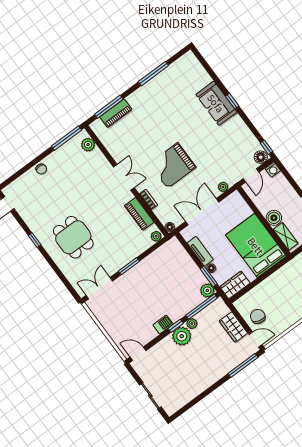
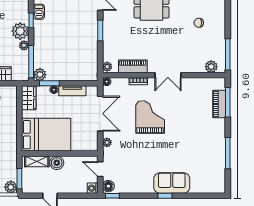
chair: (41, 169) -> (199, 23), moved
barbecue: (163, 325) -> (39, 12), moved
window: (176, 326) -> (31, 20), moved

